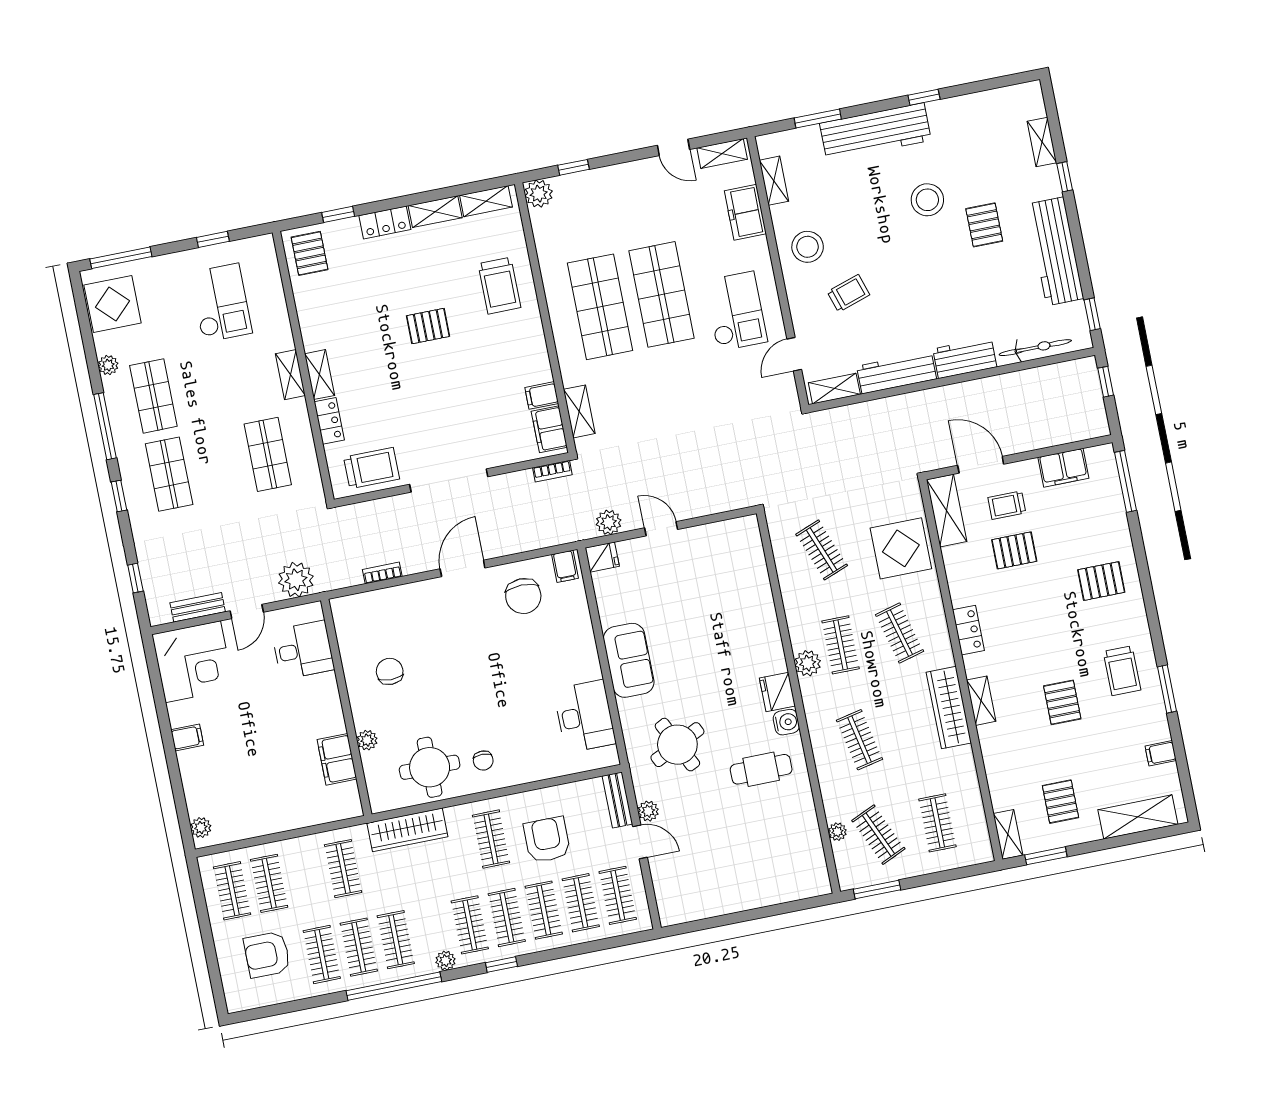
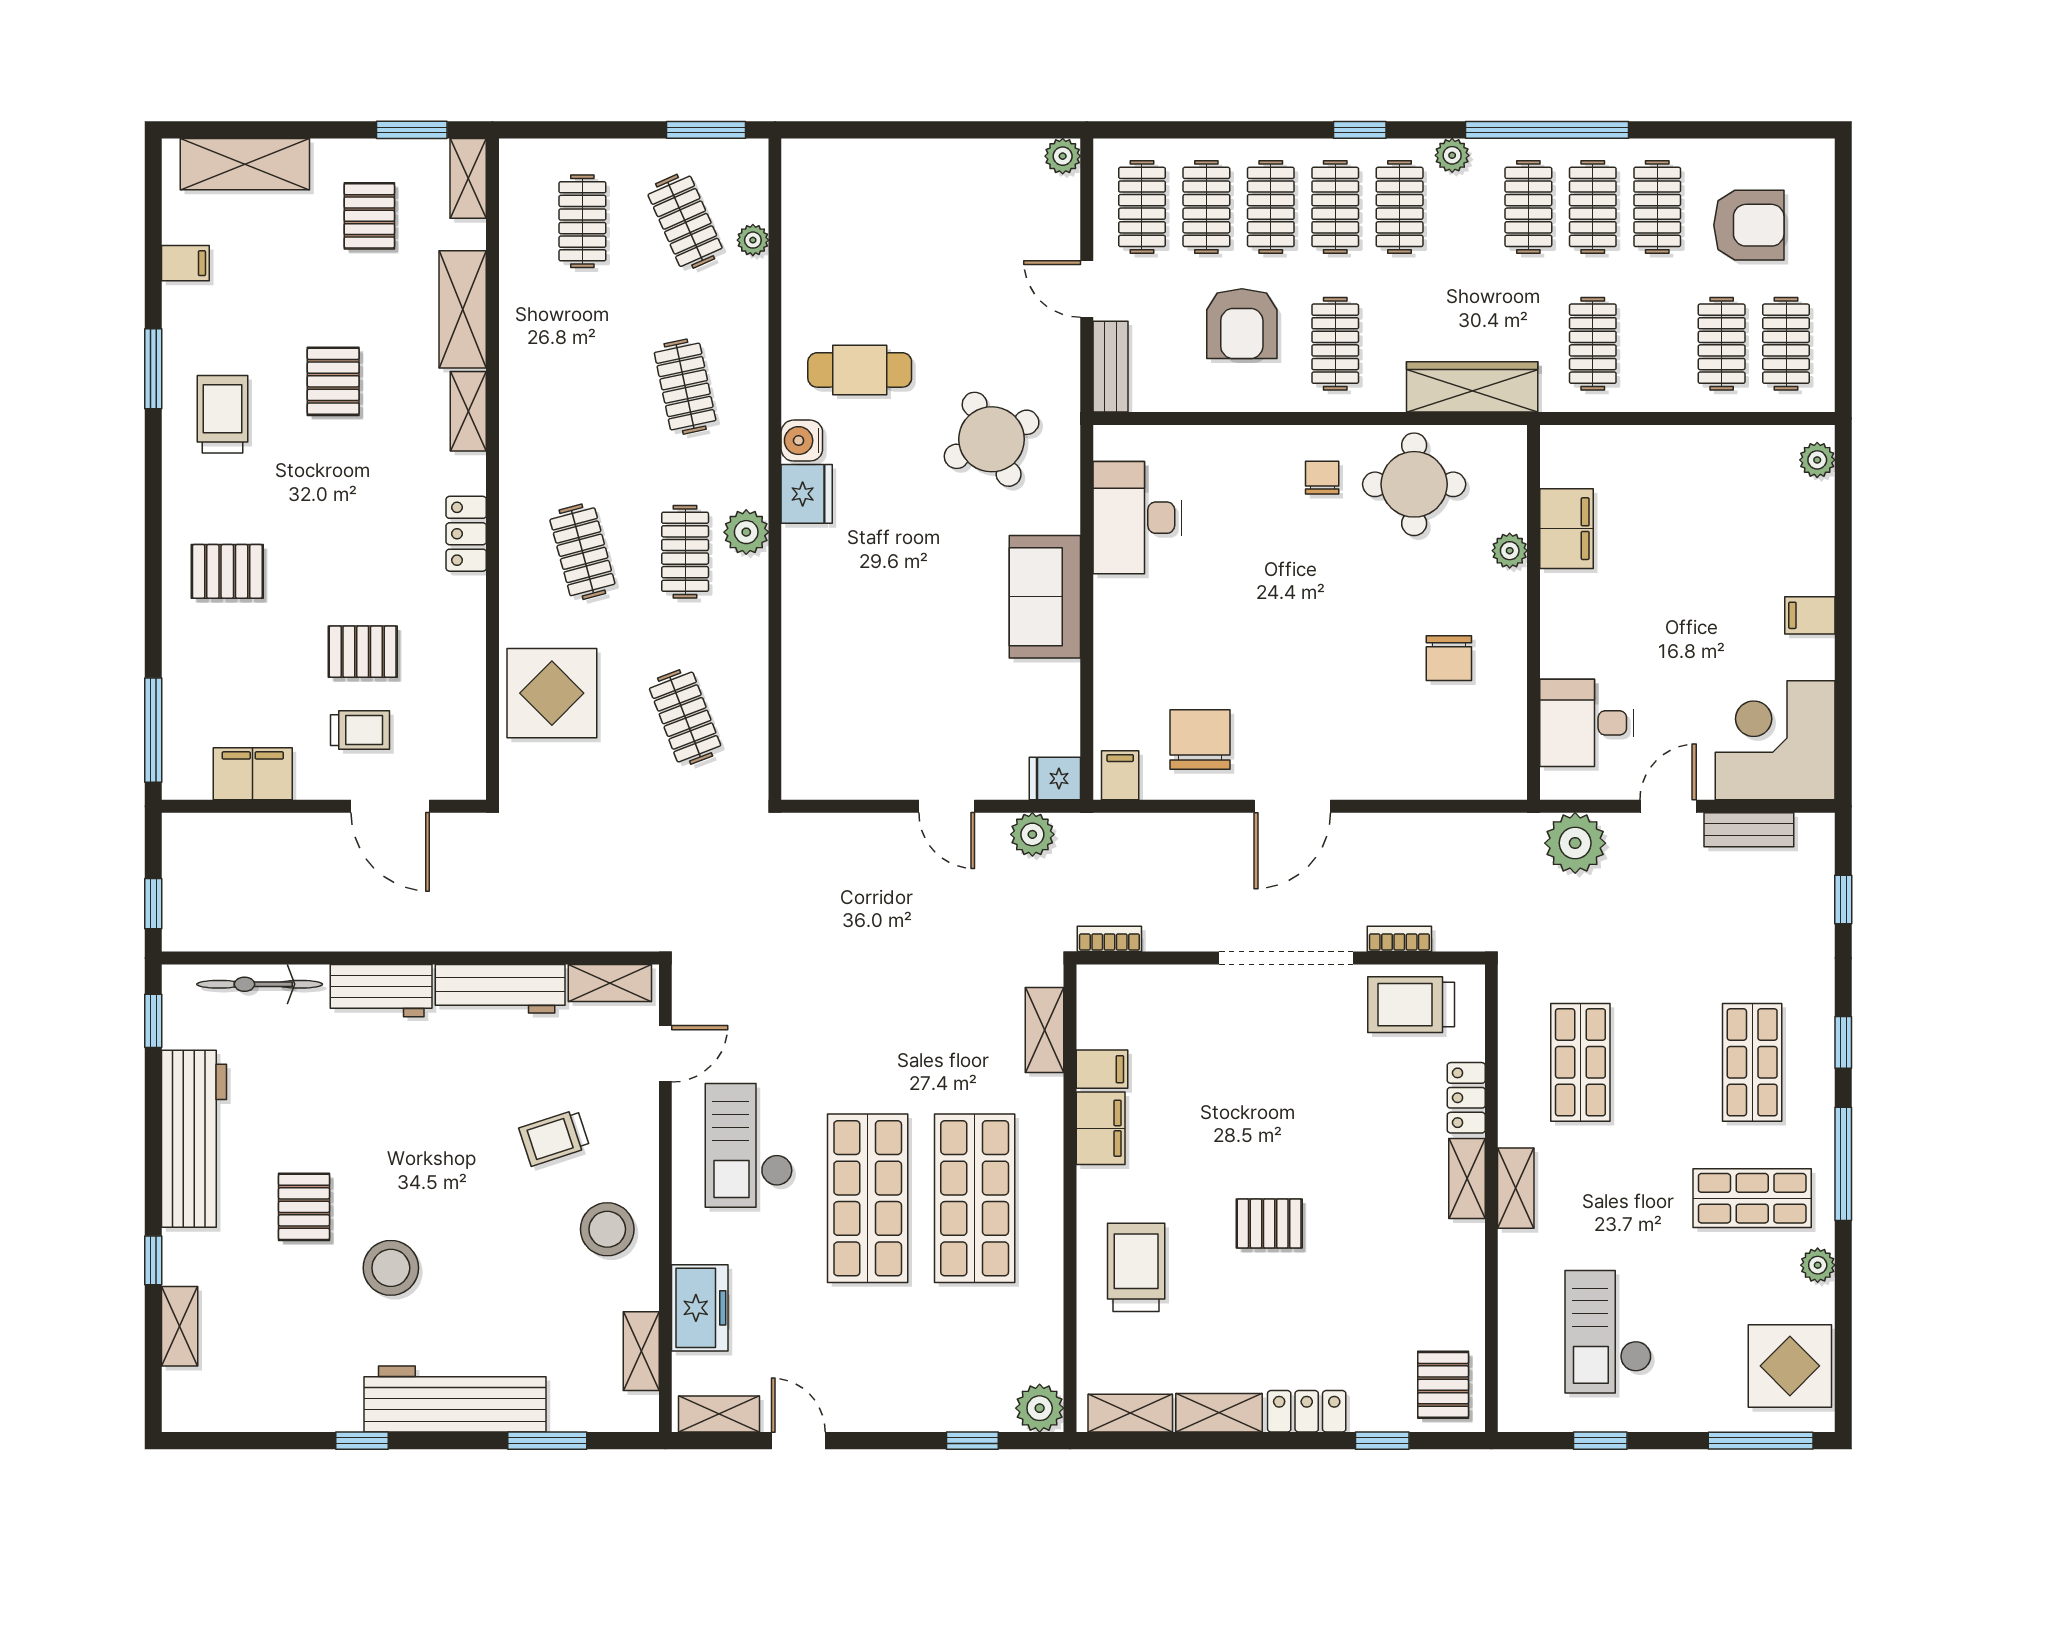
shop shelf: (153, 396) -> (1752, 1198), turned 90
filing cabinet: (549, 429) -> (1101, 1128), moved
shelving: (947, 511) -> (463, 309), moved
bookcase: (382, 573) -> (1399, 939), moved, turned 180
wardrobe: (949, 708) -> (525, 411), removed
plant: (648, 811) -> (1063, 156), moved

